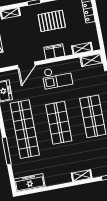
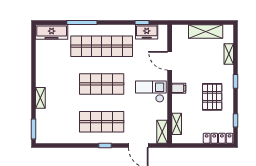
filing cabinet: (54, 52) -> (179, 88), width x0.50
checkout: (57, 77) -> (151, 92), turned 90
freezer: (30, 183) -> (52, 32), moved, turned 90

